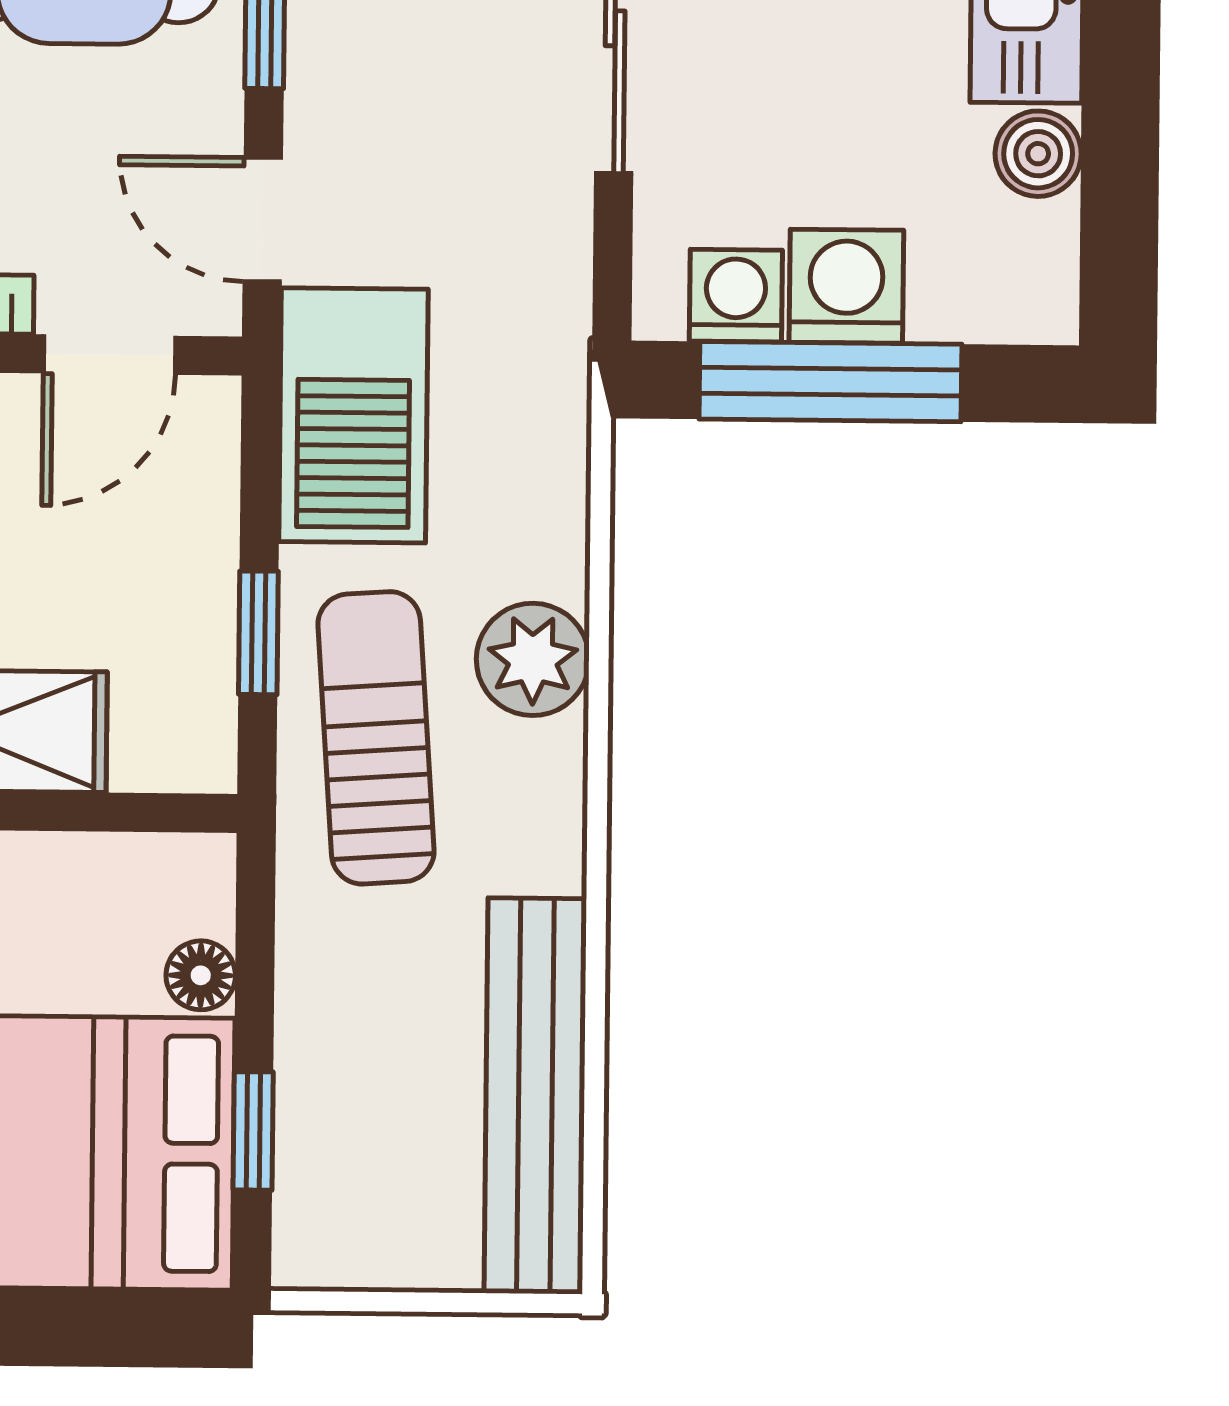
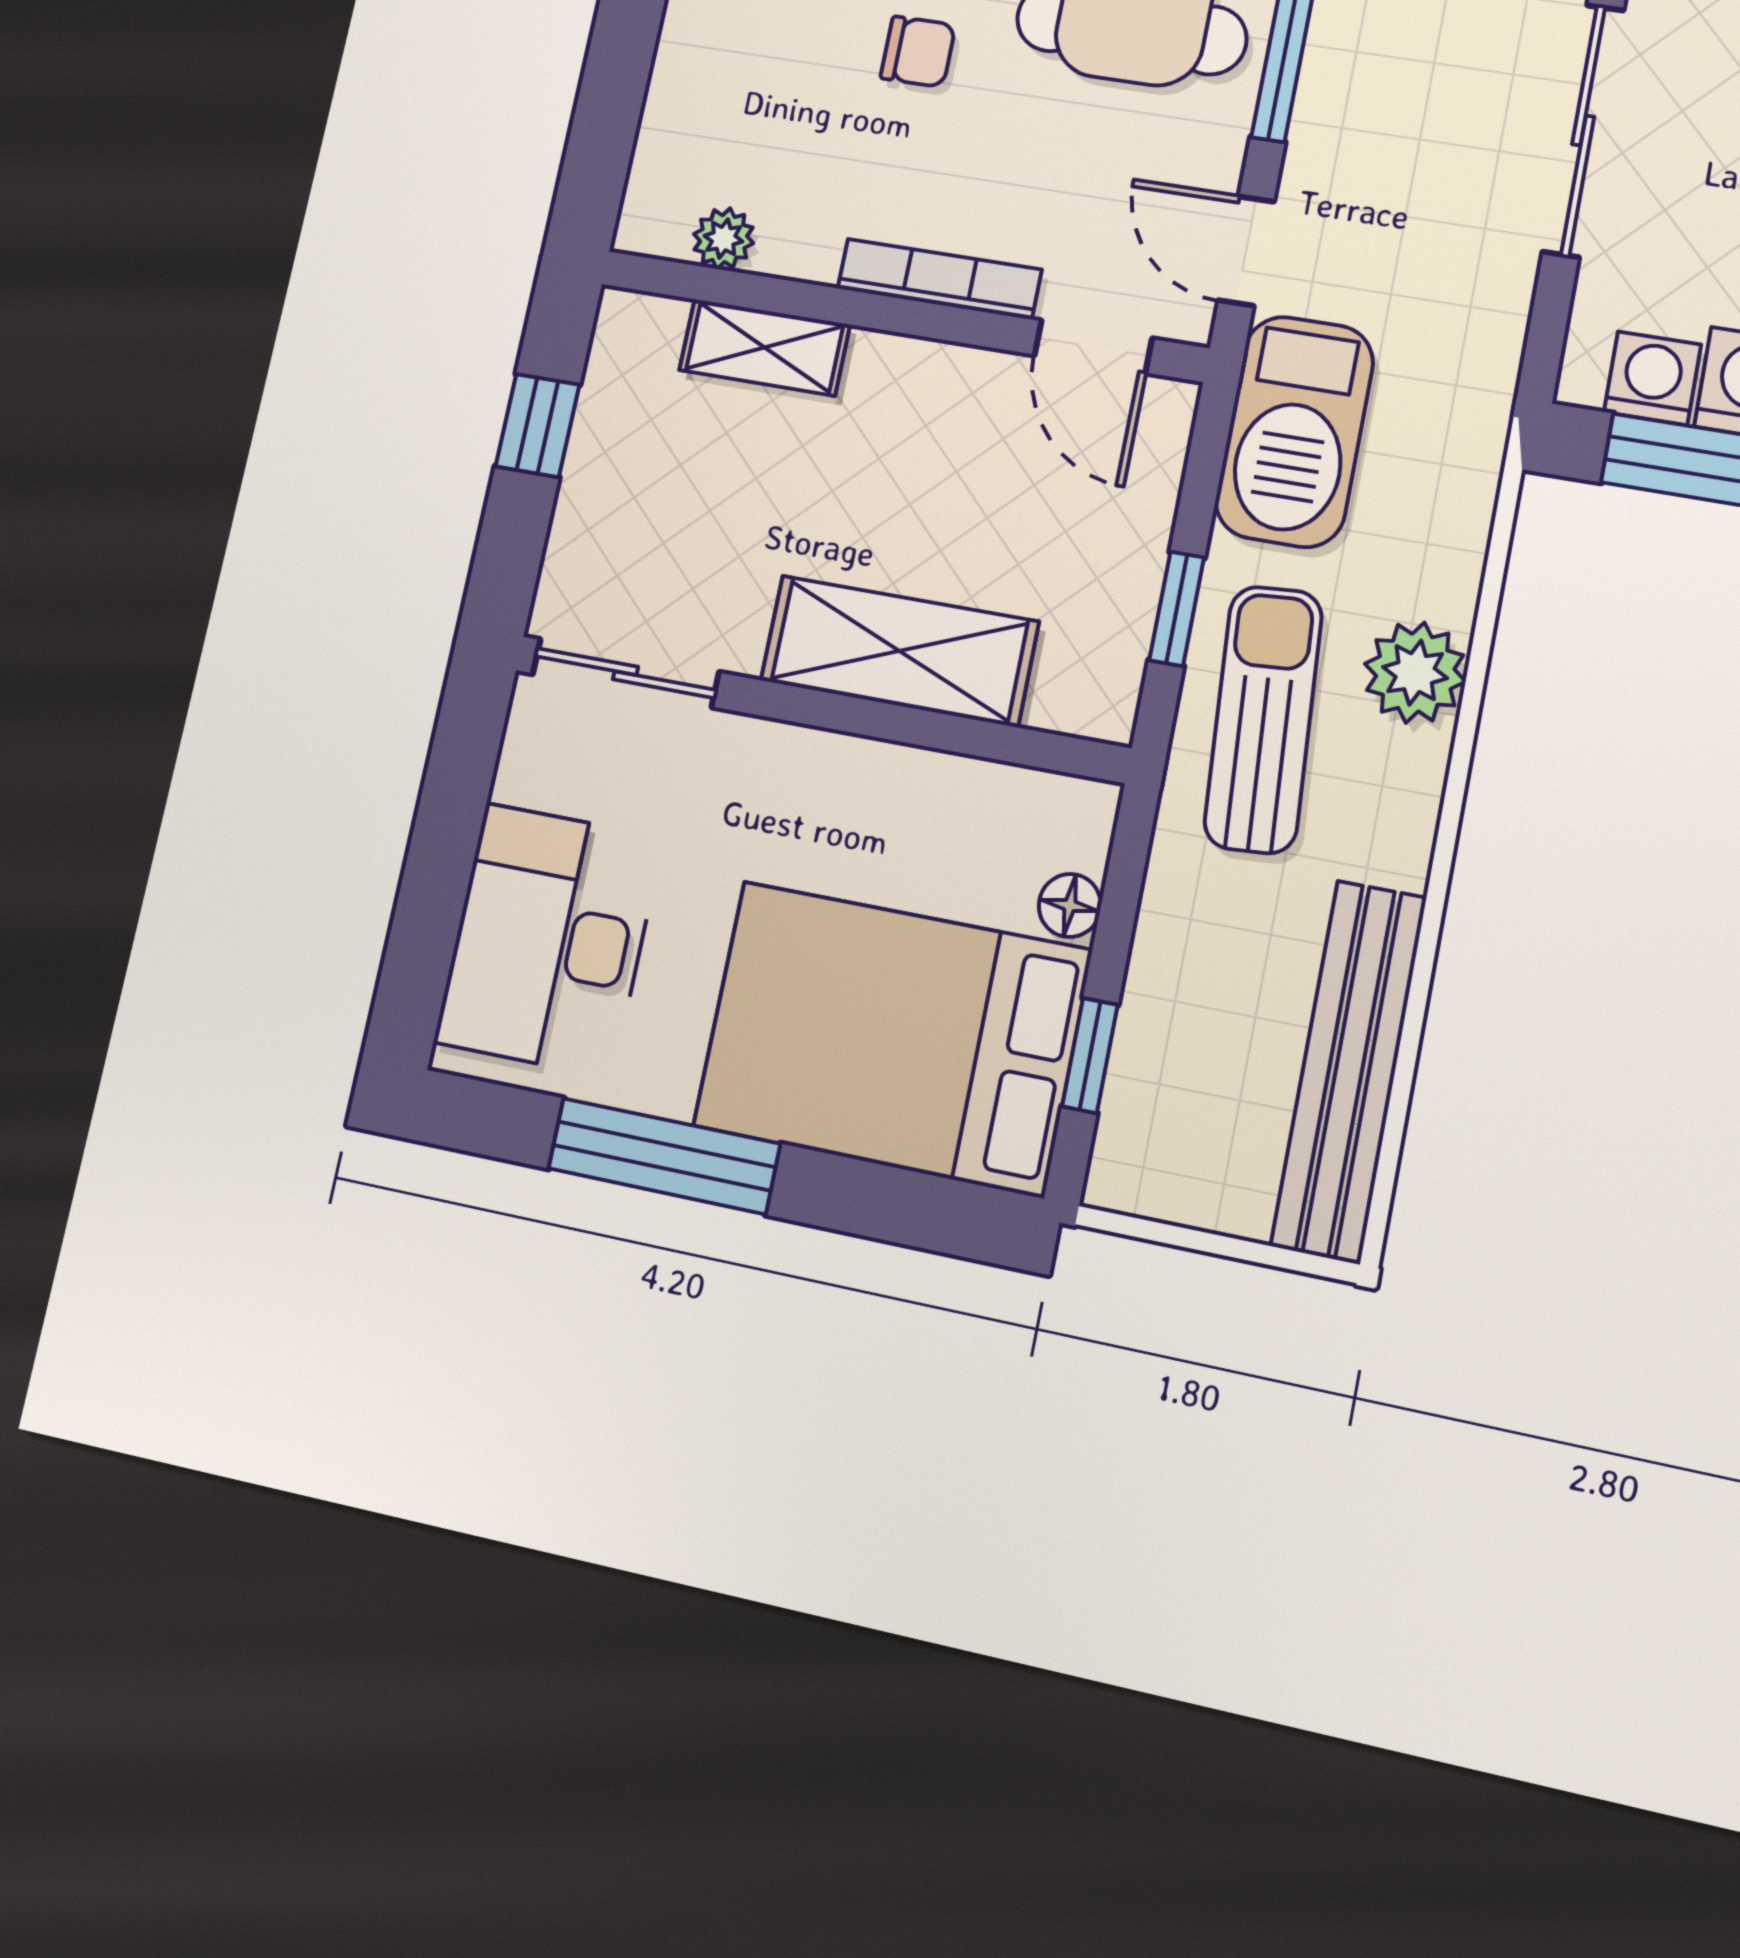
door: (109, 355) -> (1093, 347), hinge flipped

